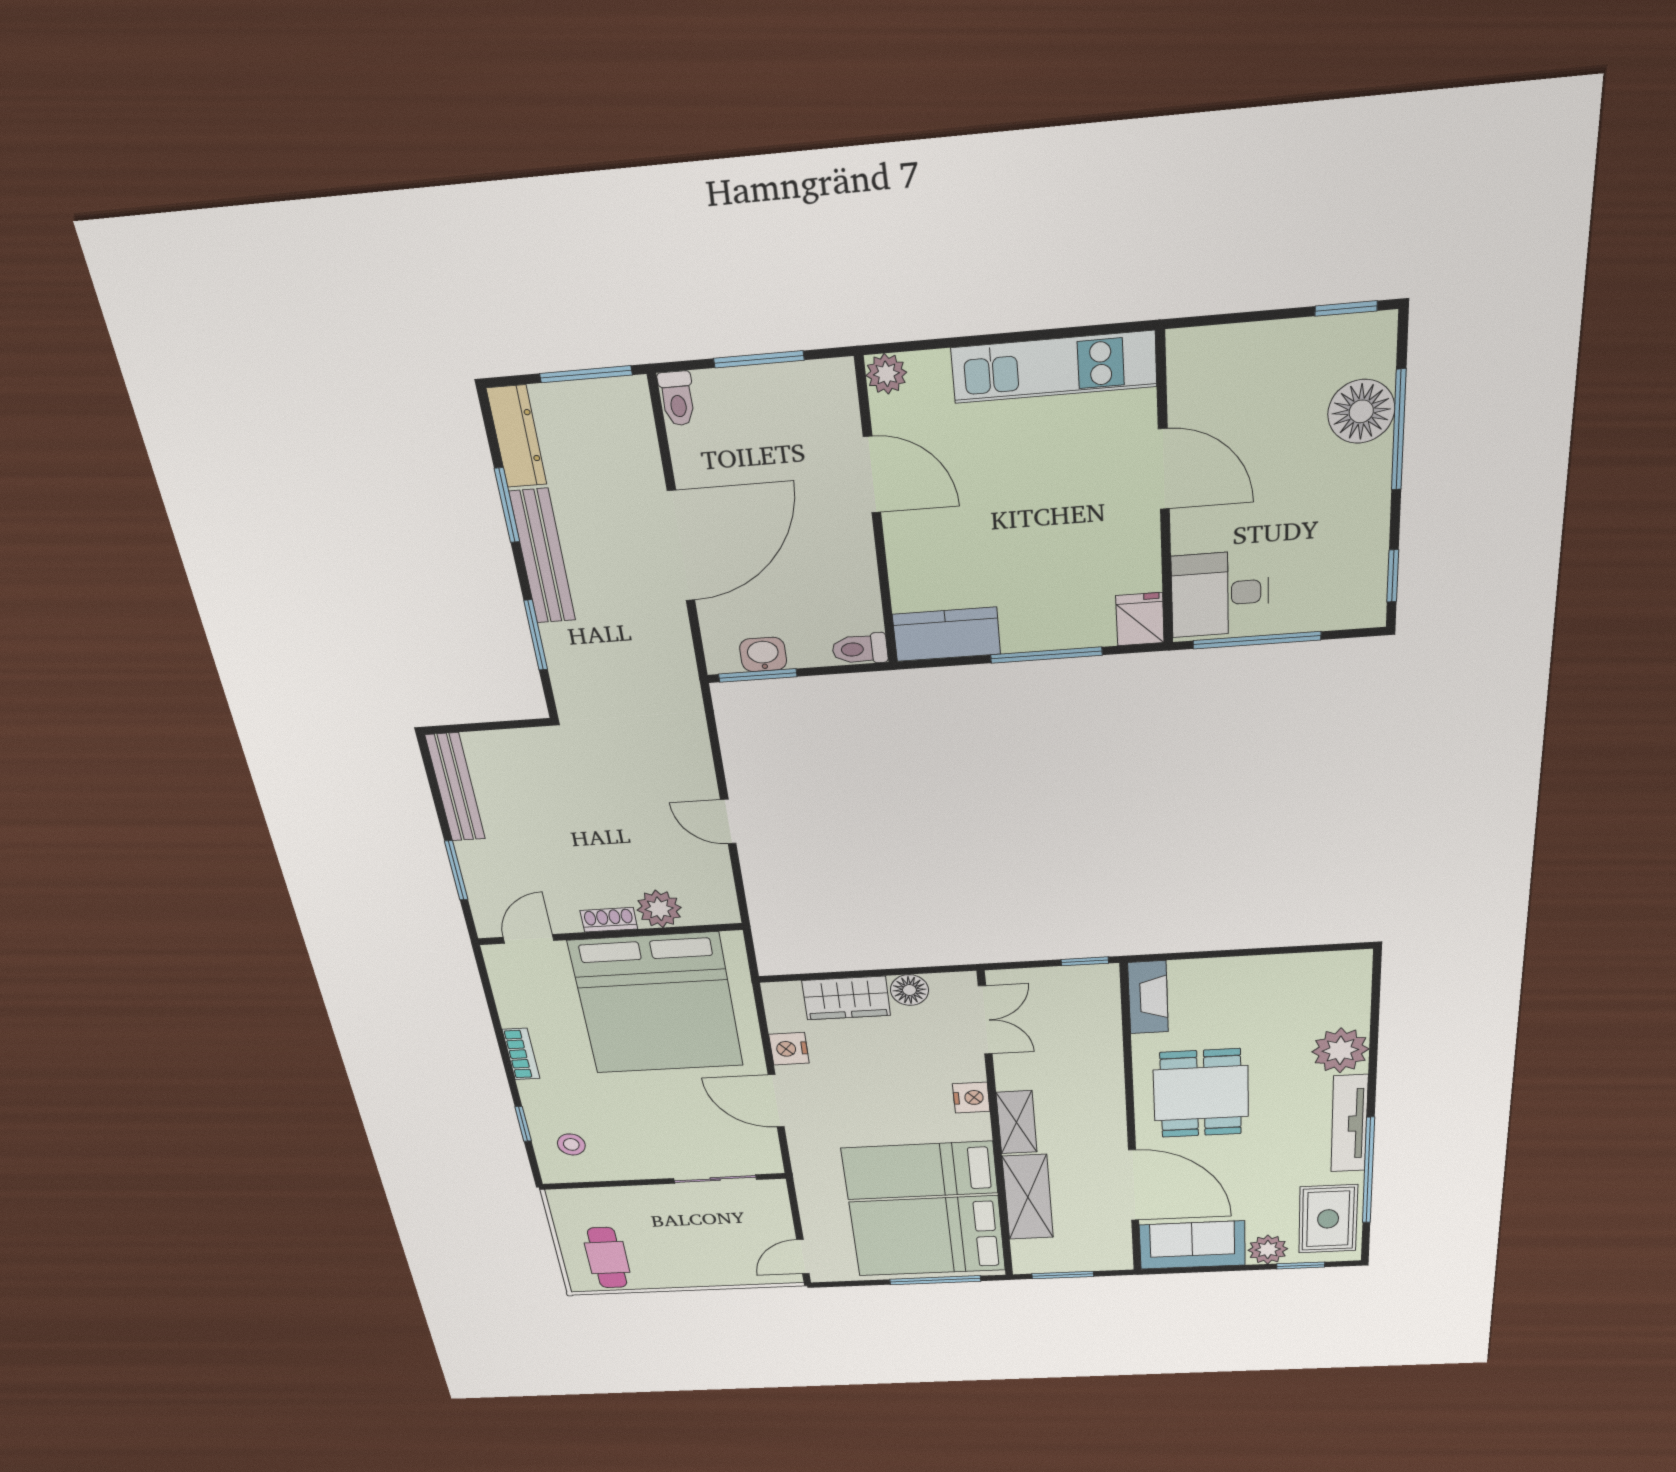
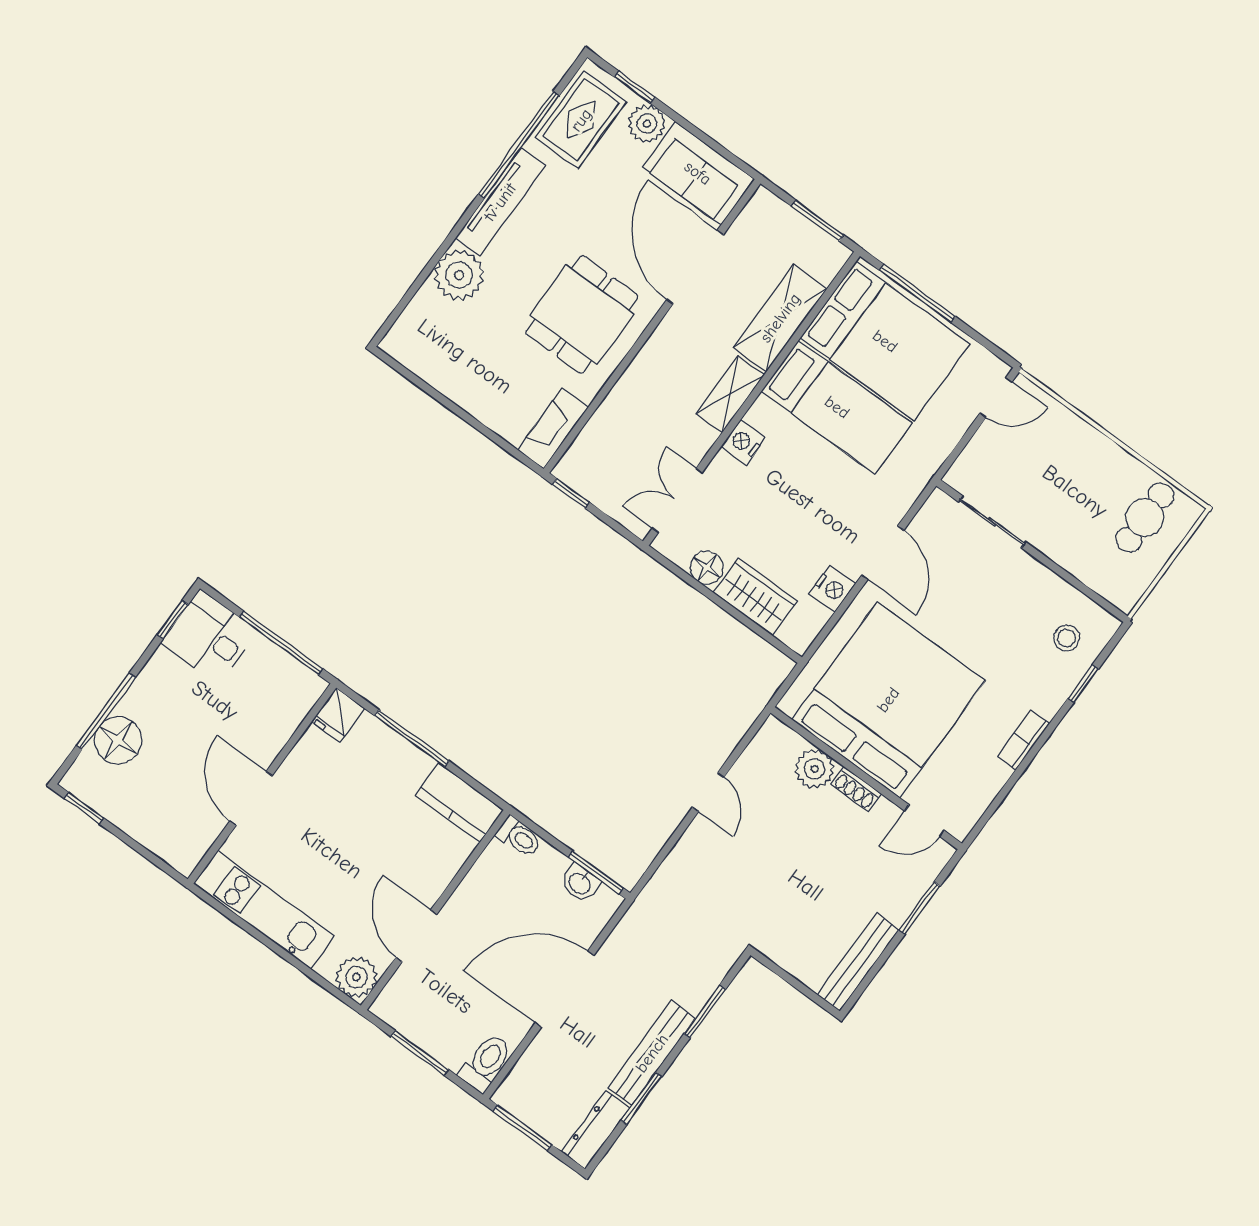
plant: (886, 374) -> (356, 977), width x1.38, depth x1.38
toilet: (677, 399) -> (486, 1063), width x1.37, depth x1.39
desk: (1220, 594) -> (209, 637), moved, turned 180

